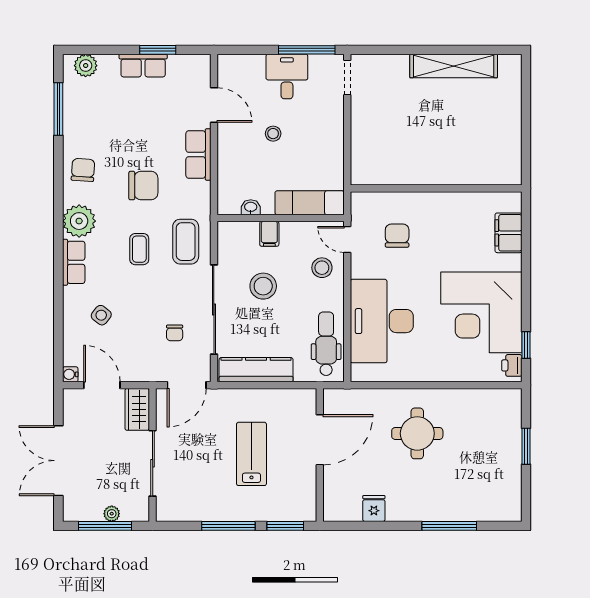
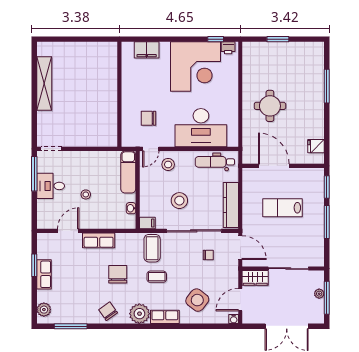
chair: (83, 170) -> (108, 311), turned 51
filing cabinet: (269, 234) -> (147, 223), moved
coffee table: (186, 242) -> (152, 248), turned 90
side table: (101, 315) -> (197, 300), width x1.87, depth x1.87
fridge: (374, 508) -> (316, 146), moved

